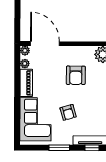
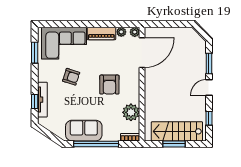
armchair: (76, 75) -> (109, 85), turned -90
armchair: (68, 112) -> (71, 77), turned -146
window: (59, 148) -> (35, 53), moved

